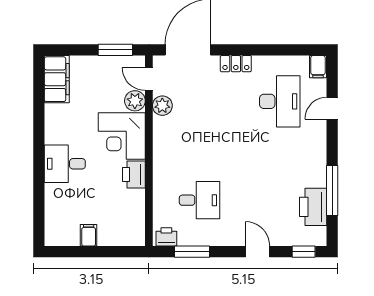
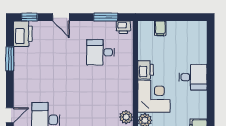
window: (332, 190) -> (10, 59), width x0.69
printer: (313, 207) -> (23, 34), moved
filing cabinet: (89, 235) -> (160, 28), moved

